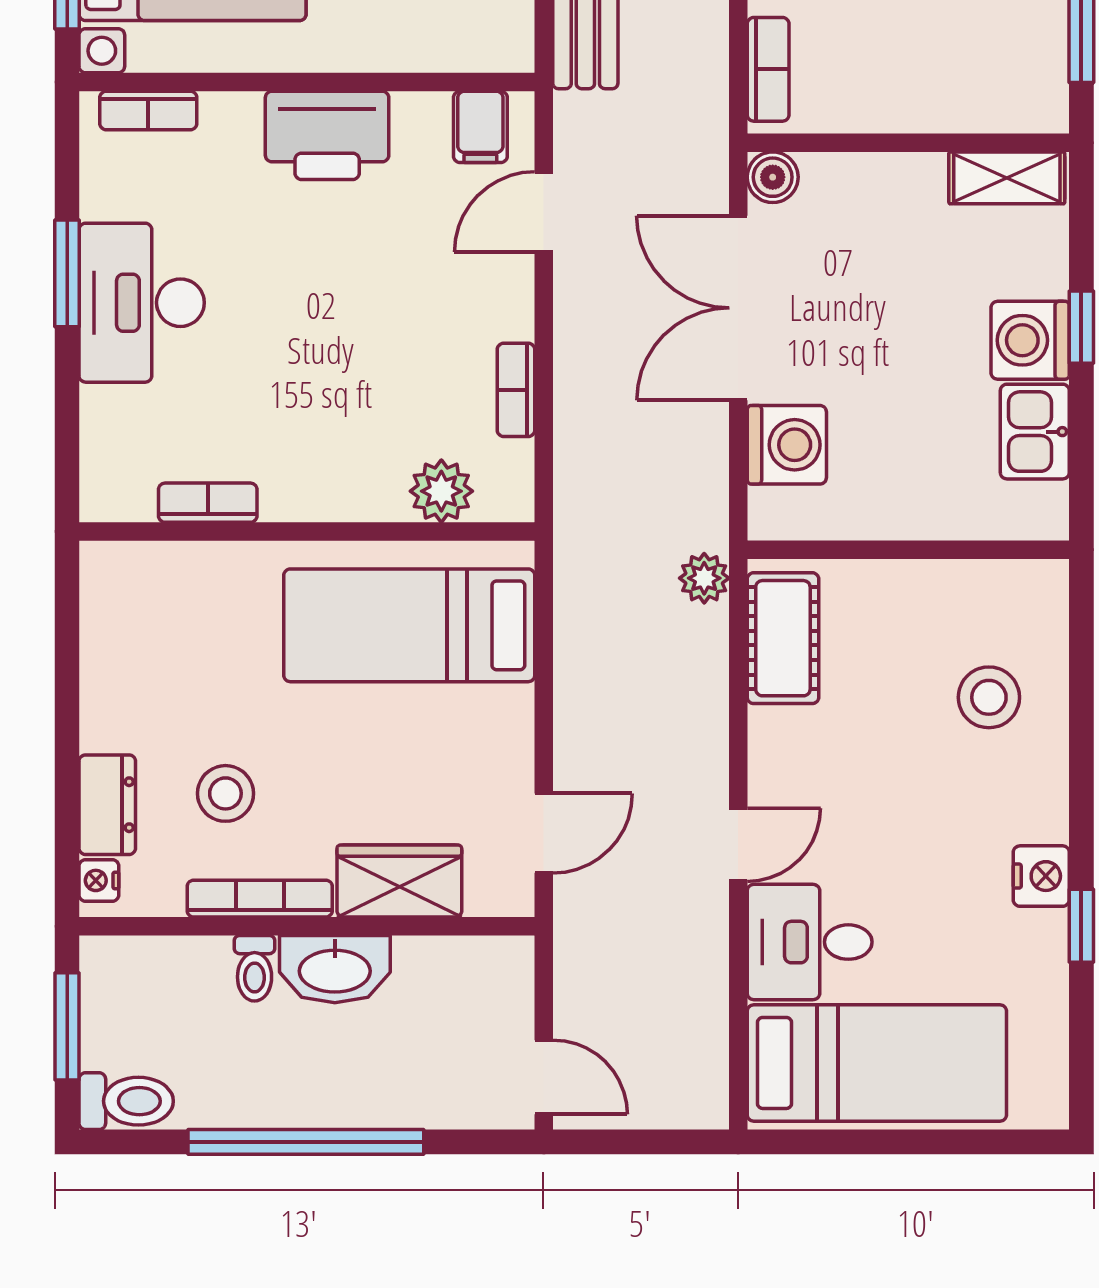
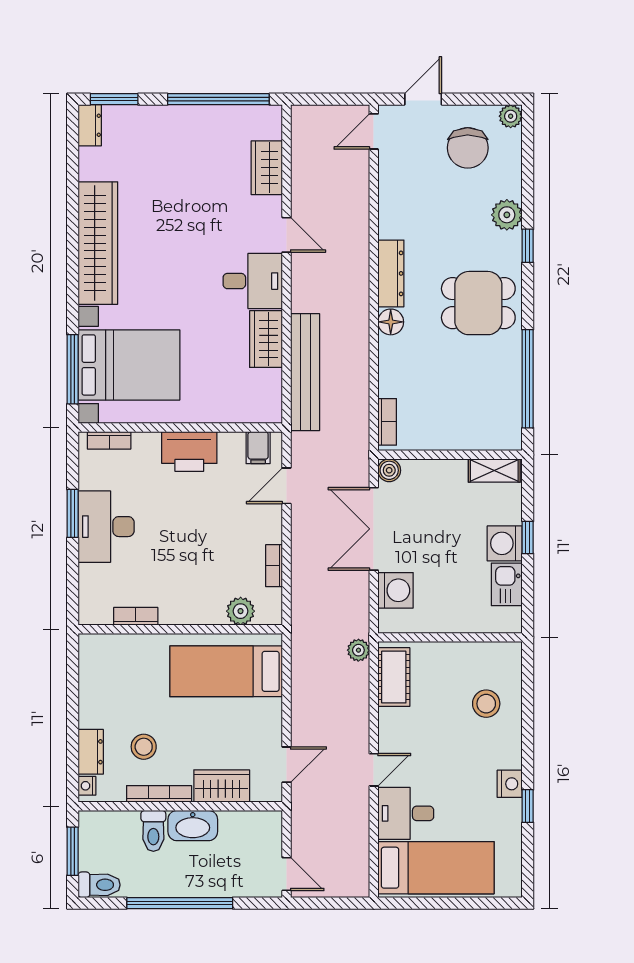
toilet: (255, 968) -> (153, 831), width x1.37, depth x1.39

